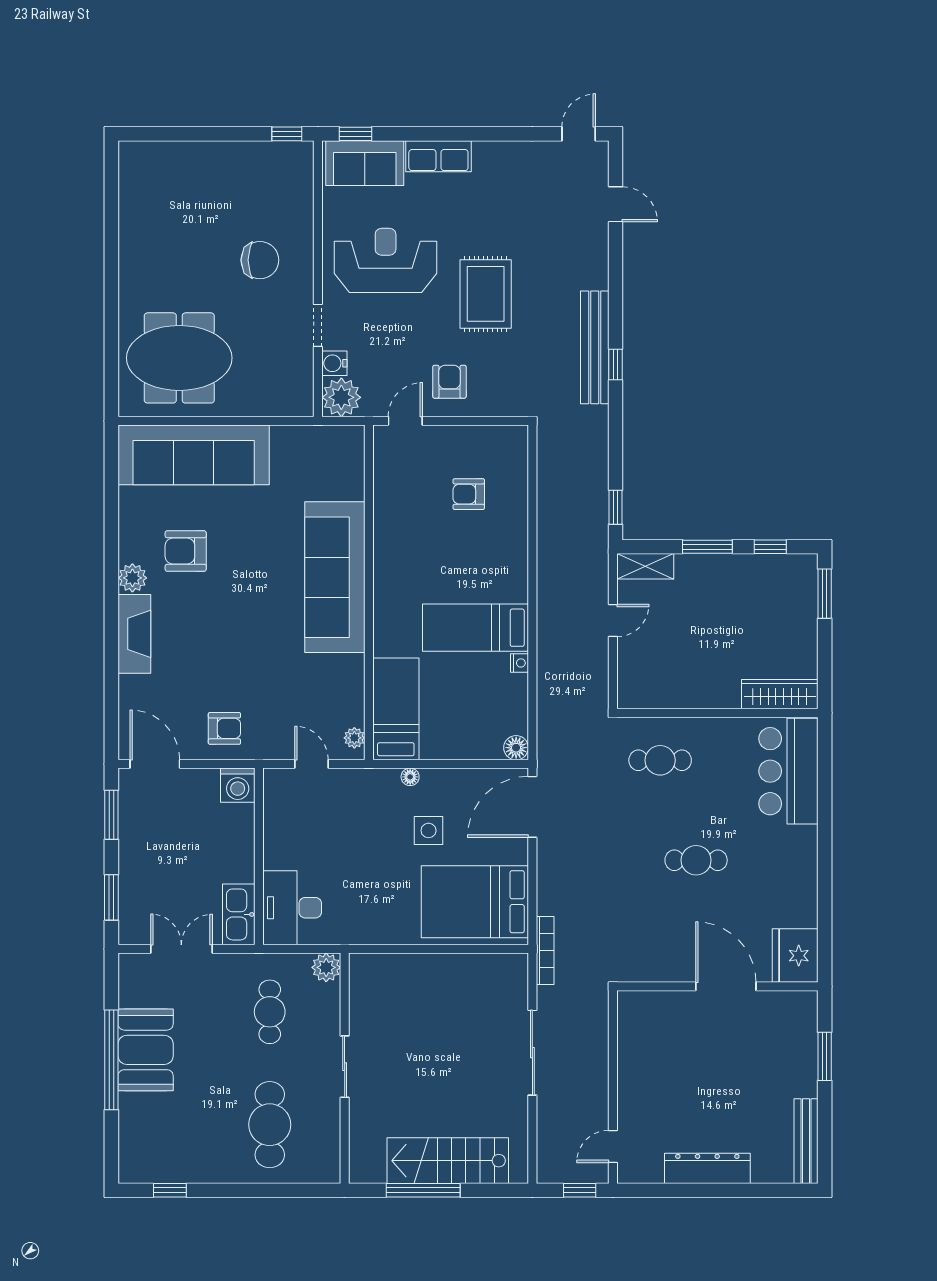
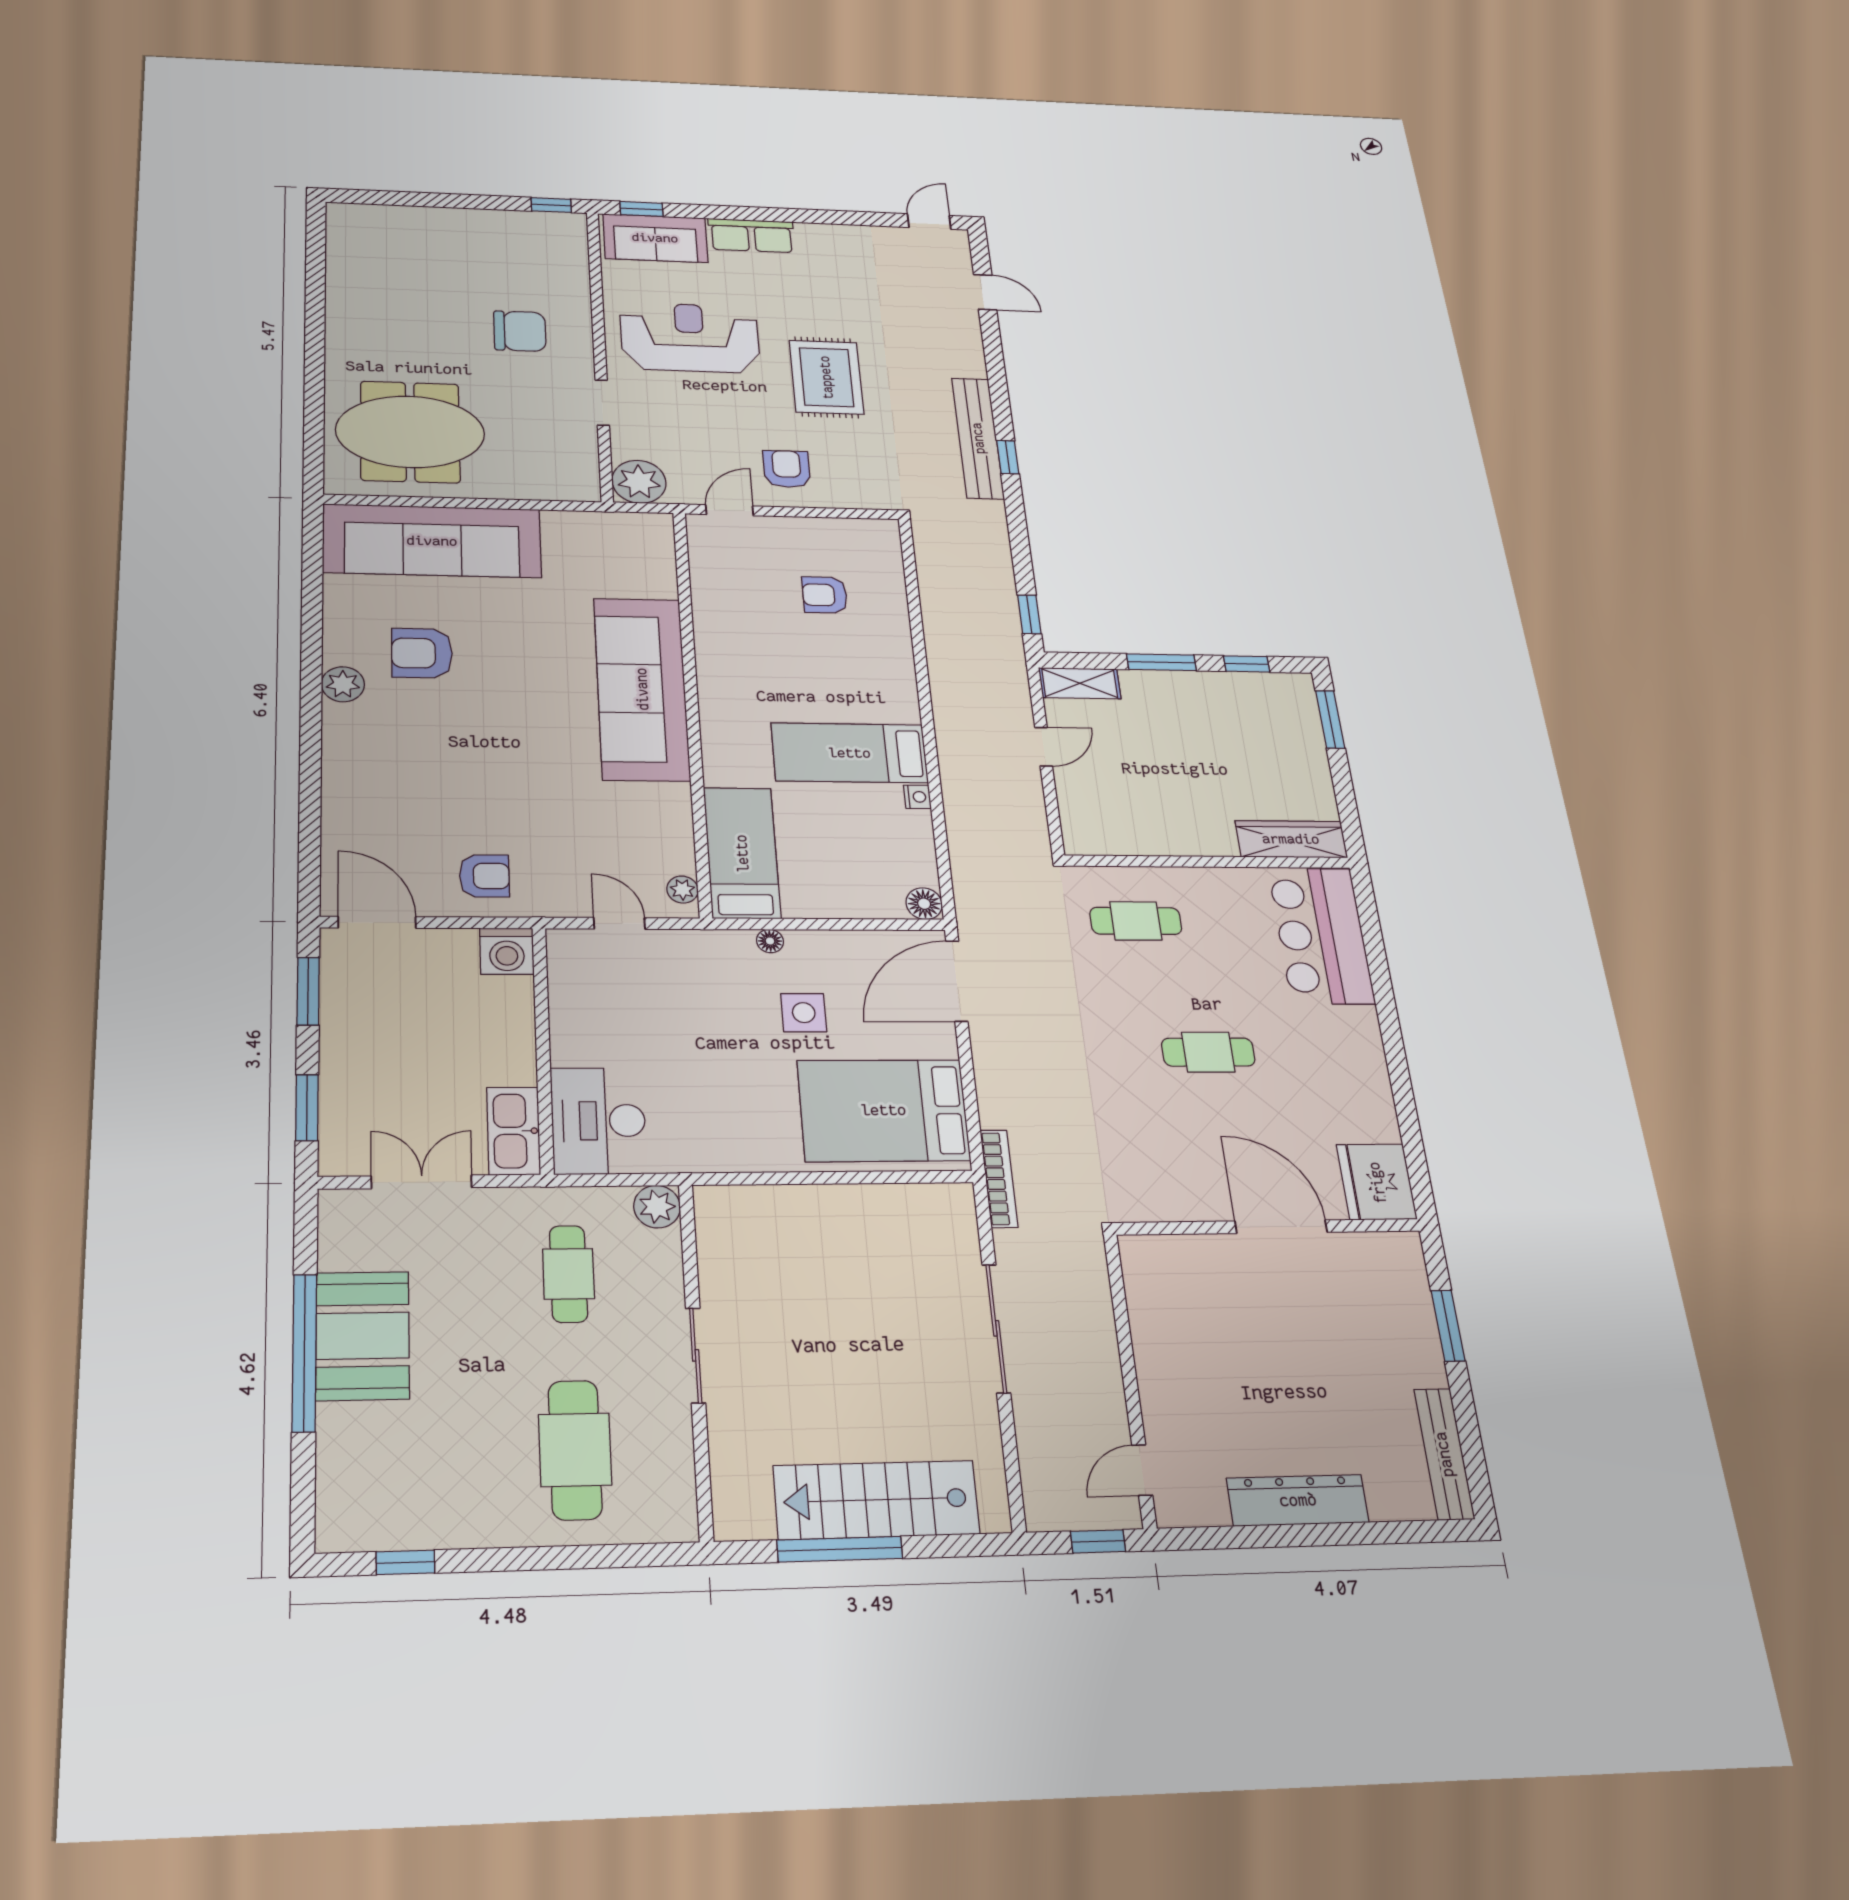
water cooler: (334, 363) -> (627, 444), removed
fireplace: (134, 634) -> (345, 754), removed

